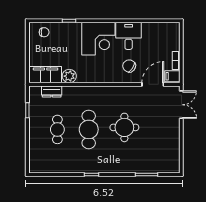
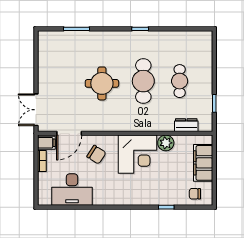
desk: (129, 36) -> (72, 190), moved, width x1.37
corner desk: (98, 39) -> (138, 154), moved, turned 180
filing cabinet: (46, 75) -> (203, 163), moved, turned 90

